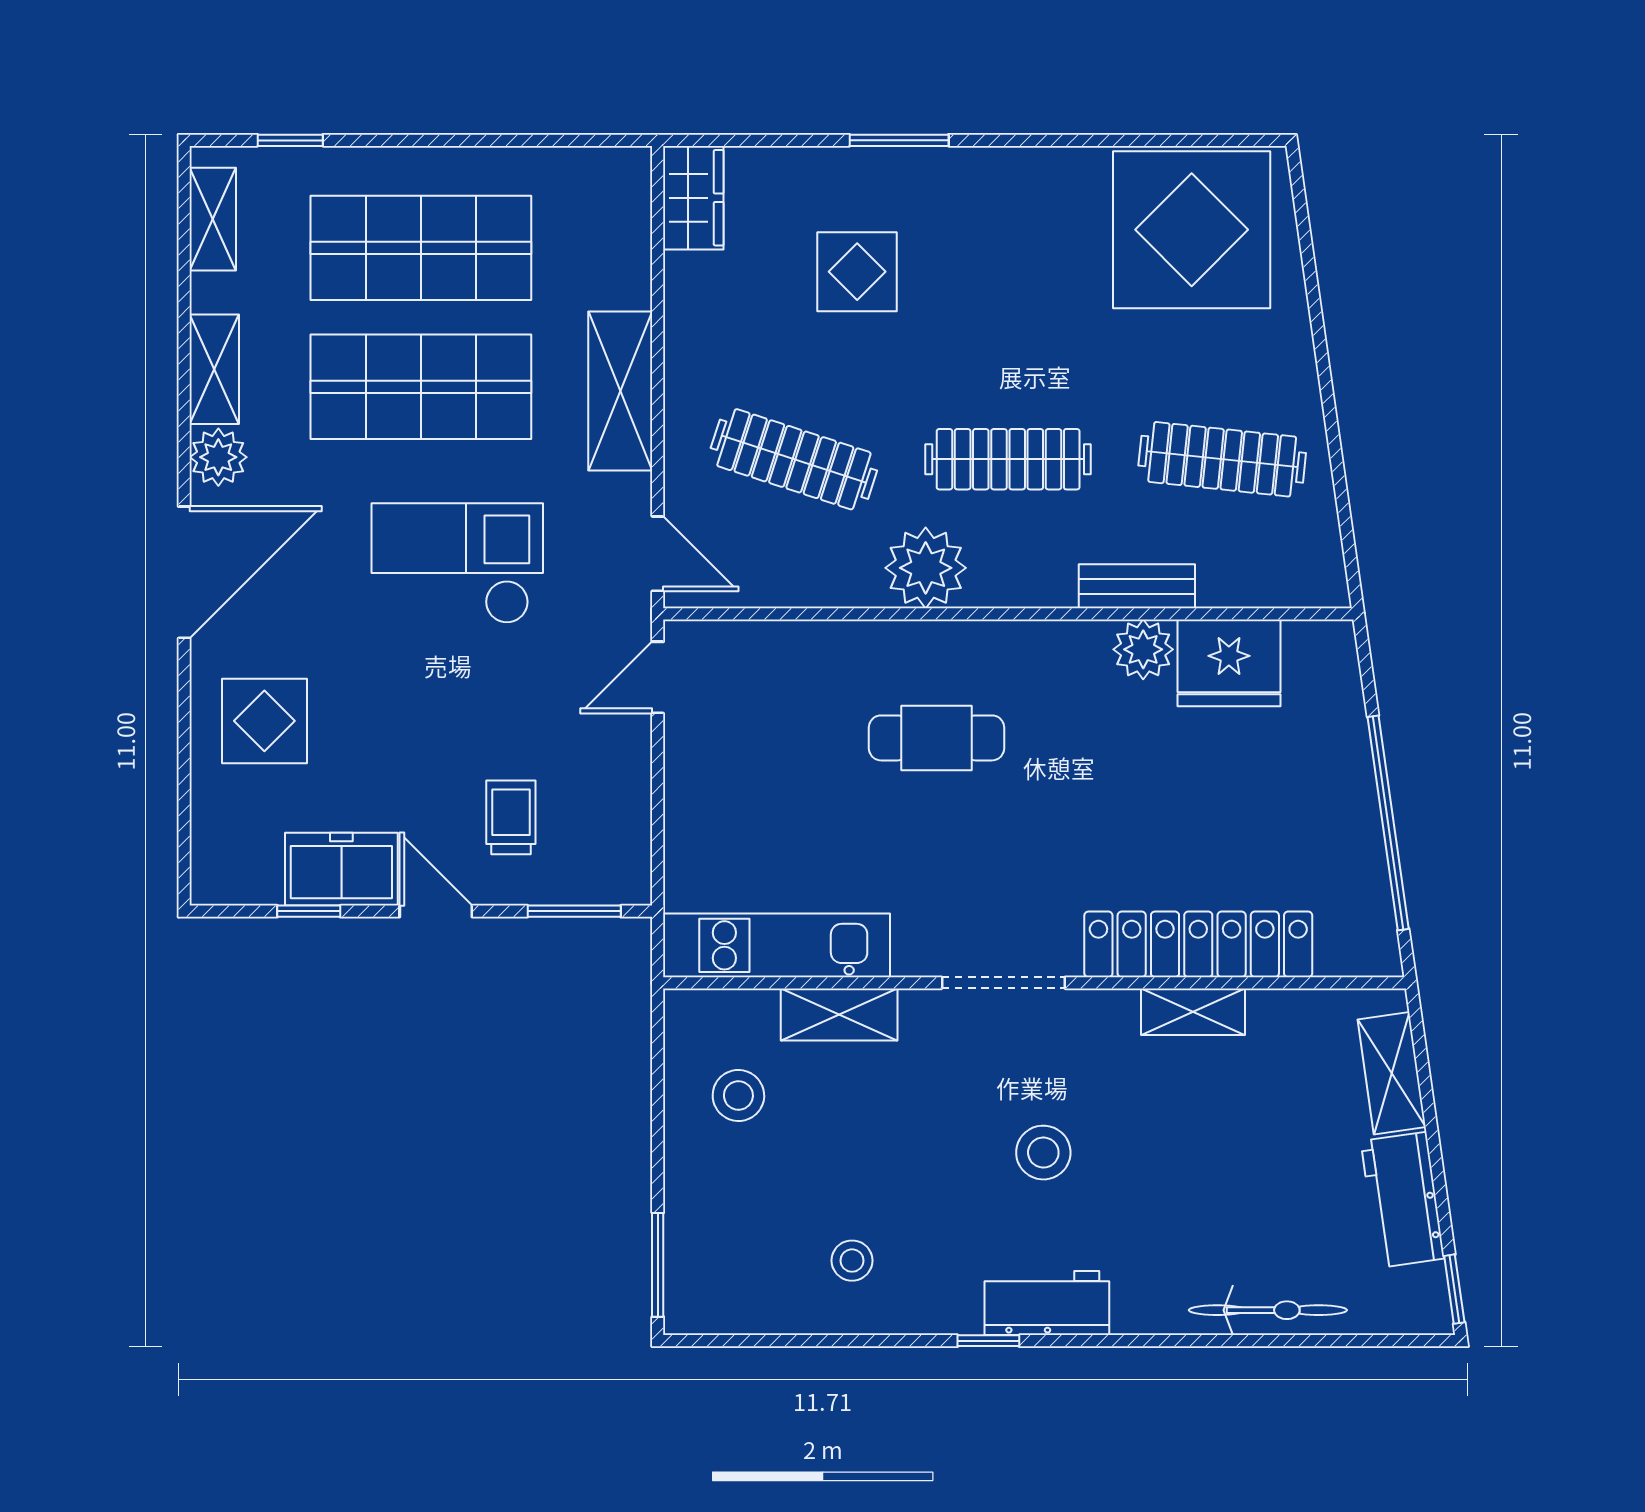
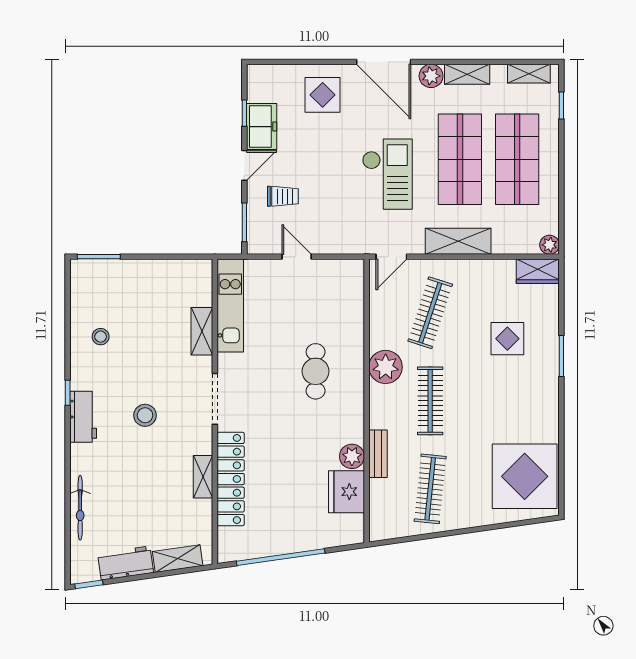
plant: (629, 169) -> (549, 245), added
door: (658, 677) -> (297, 257), moved
stool: (738, 1095) -> (168, 290), removed

